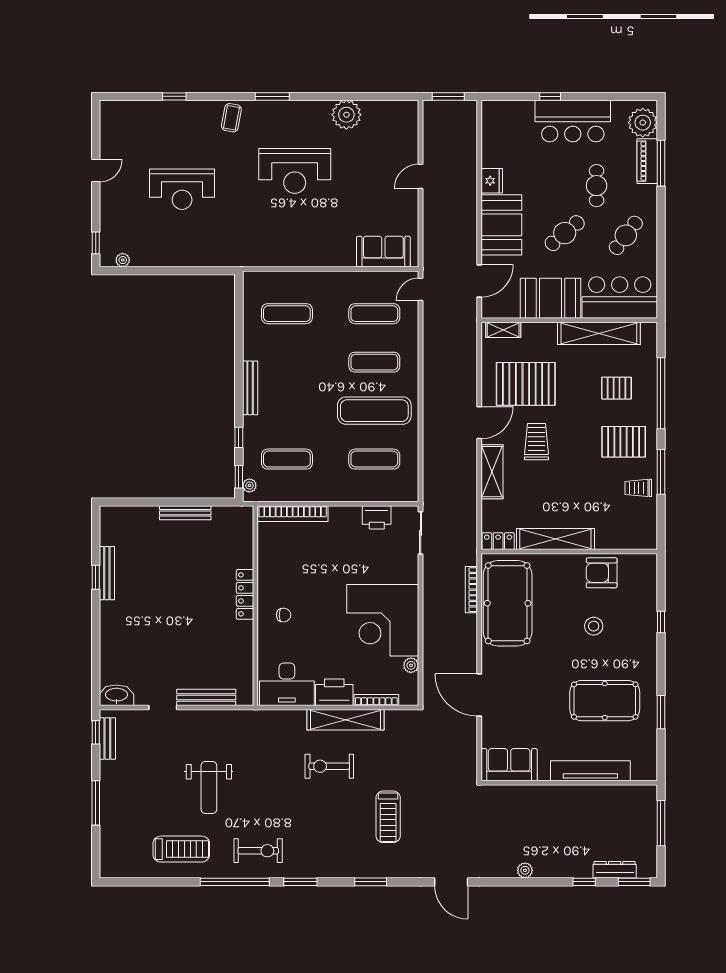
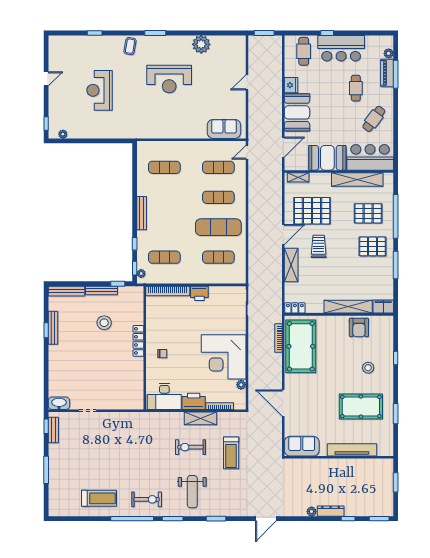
plant: (643, 123) -> (389, 53), width x0.53, depth x0.53
reception desk: (182, 189) -> (99, 90), turned 90
cafe table: (565, 233) -> (304, 51), moved, turned -50
pallet: (617, 388) -> (368, 213), width x1.50, depth x1.42
trolley: (638, 488) -> (382, 275), removed
window: (211, 502) -> (118, 284), added
printer: (377, 517) -> (199, 293), moved
shelving: (555, 539) -> (348, 307), moved
filing cabinet: (641, 539) -> (383, 307), added
stool: (190, 565) -> (104, 323), added
armchair: (602, 573) -> (359, 327), turned -90
stool: (594, 626) -> (368, 368), moved
bench: (206, 697) -> (67, 291), moved
shelving: (345, 720) -> (201, 418), width x0.68
weight bench: (209, 787) -> (192, 492), moved
treadmill: (388, 817) -> (231, 453), moved
window: (661, 823) -> (396, 482), width x0.69
dresser: (615, 870) -> (331, 511), moved
door: (451, 882) -> (266, 519), hinge flipped

